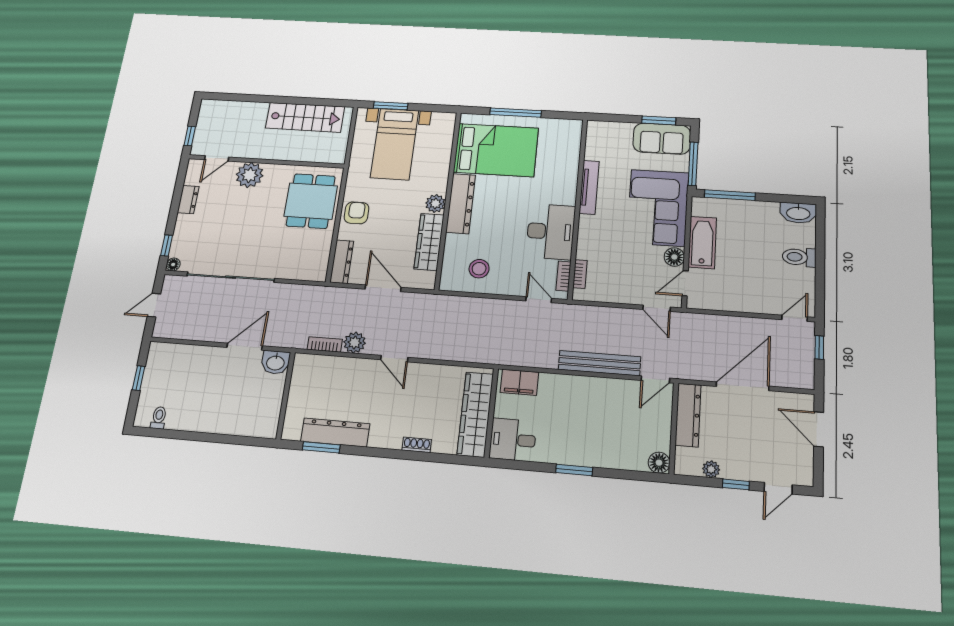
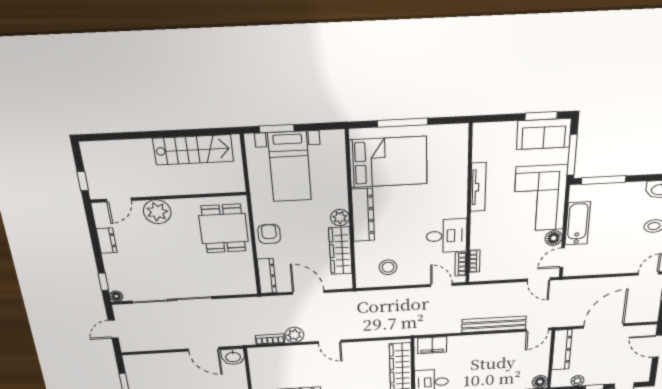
desk: (551, 232) -> (447, 236), width x0.73
door: (245, 347) -> (204, 349), swing flipped

